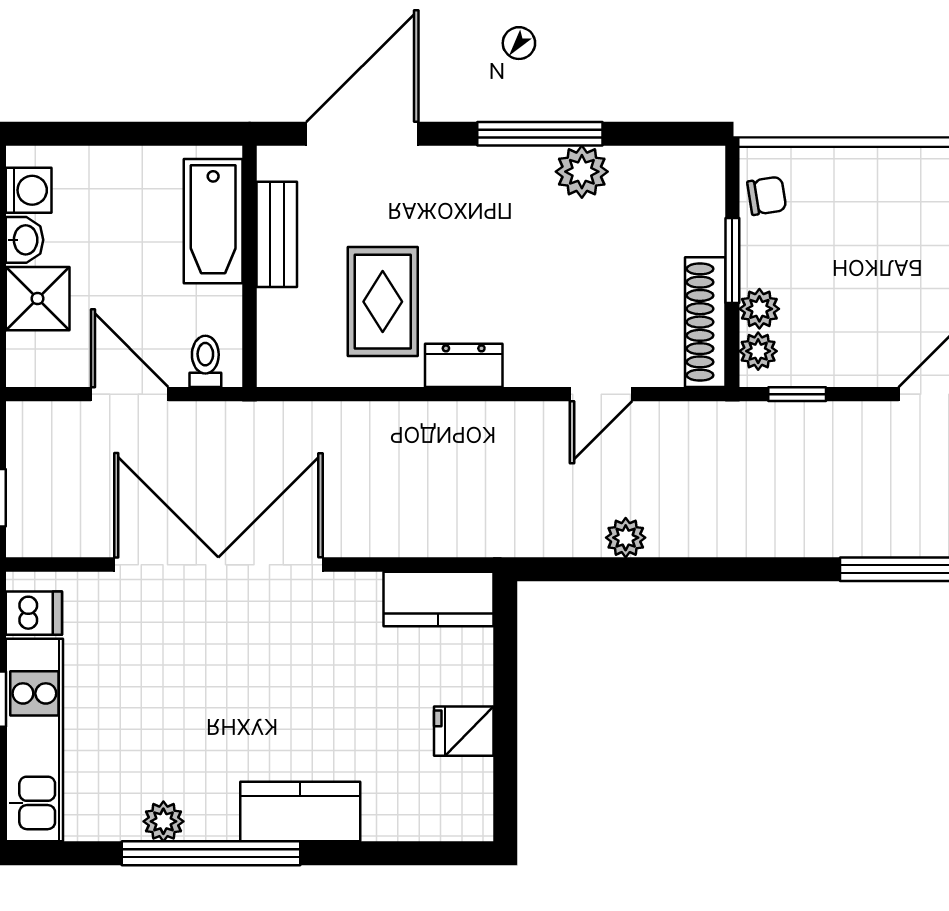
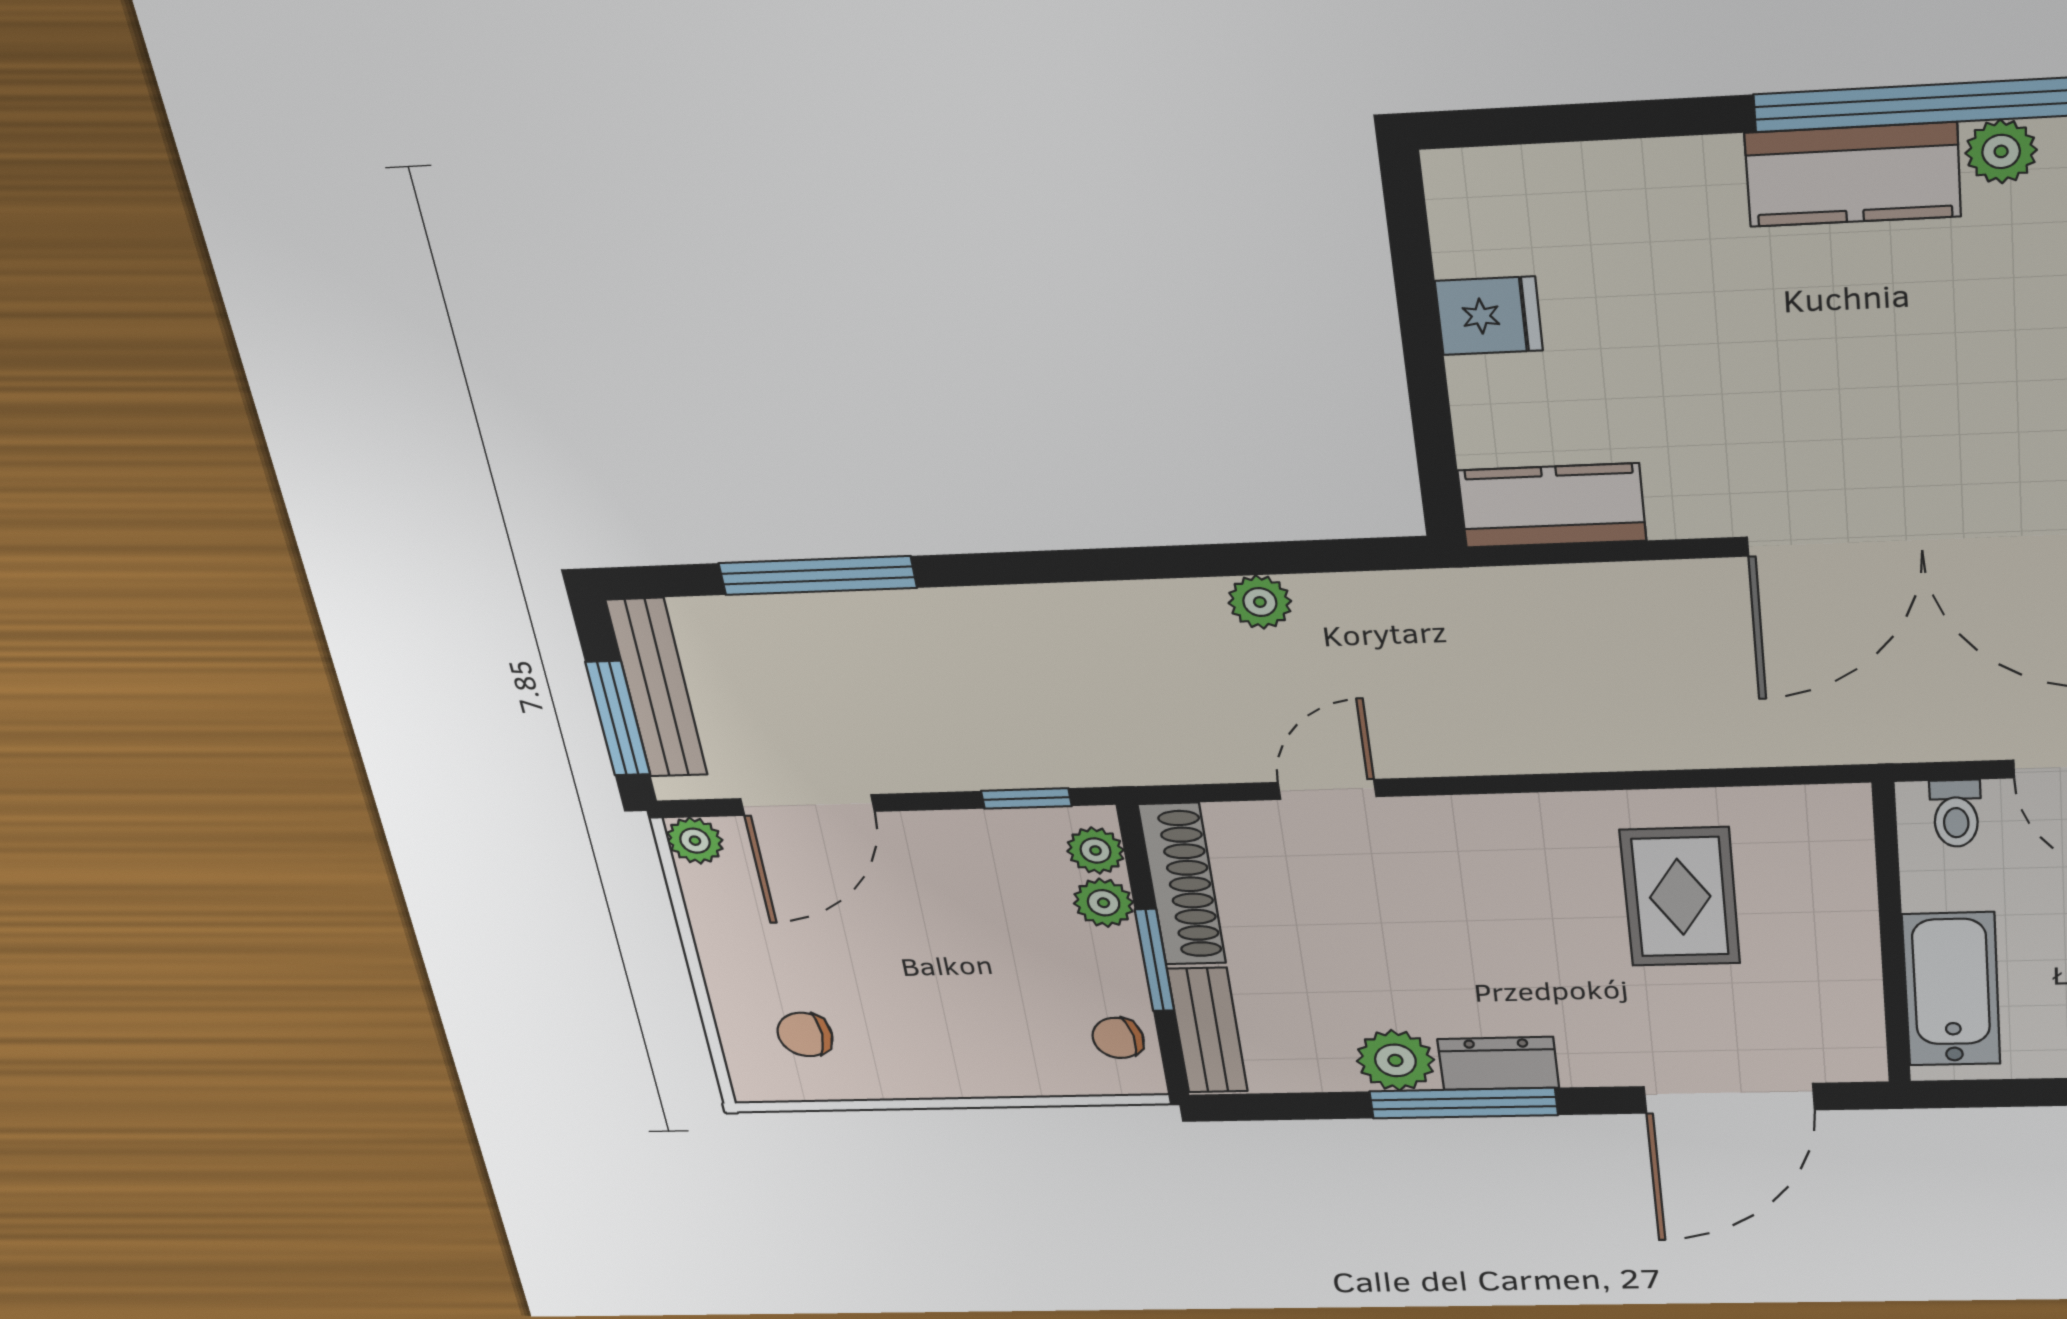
bench: (277, 234) -> (1208, 1030), moved
dresser: (464, 365) -> (1498, 1063), moved, turned 180
kitchen counter: (300, 811) -> (1853, 175), moved

